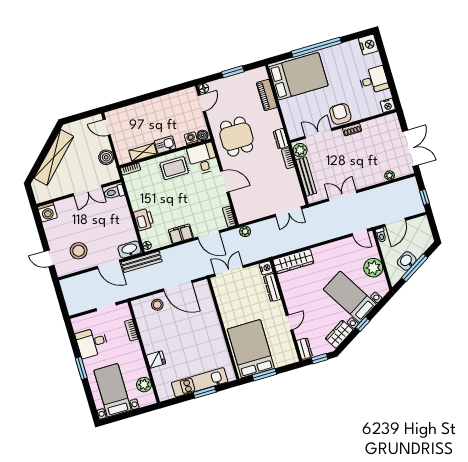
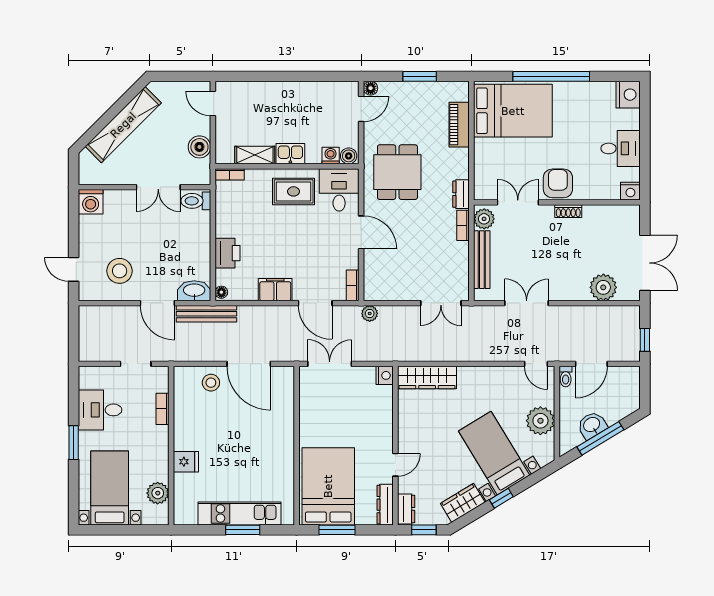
plant: (390, 175) -> (603, 287), width x1.87, depth x1.87
dresser: (272, 288) -> (385, 505), moved

